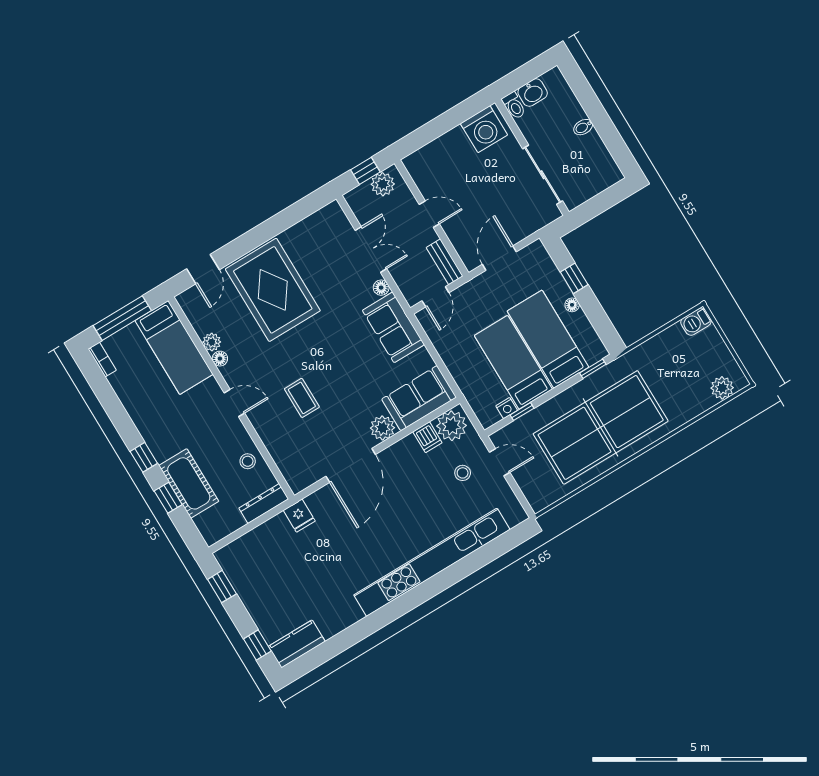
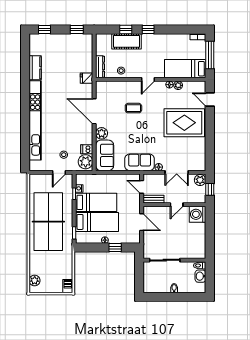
washing machine: (484, 129) -> (198, 214), moved
plant: (383, 184) -> (200, 180), moved
kitchen counter: (297, 644) -> (35, 68), moved

